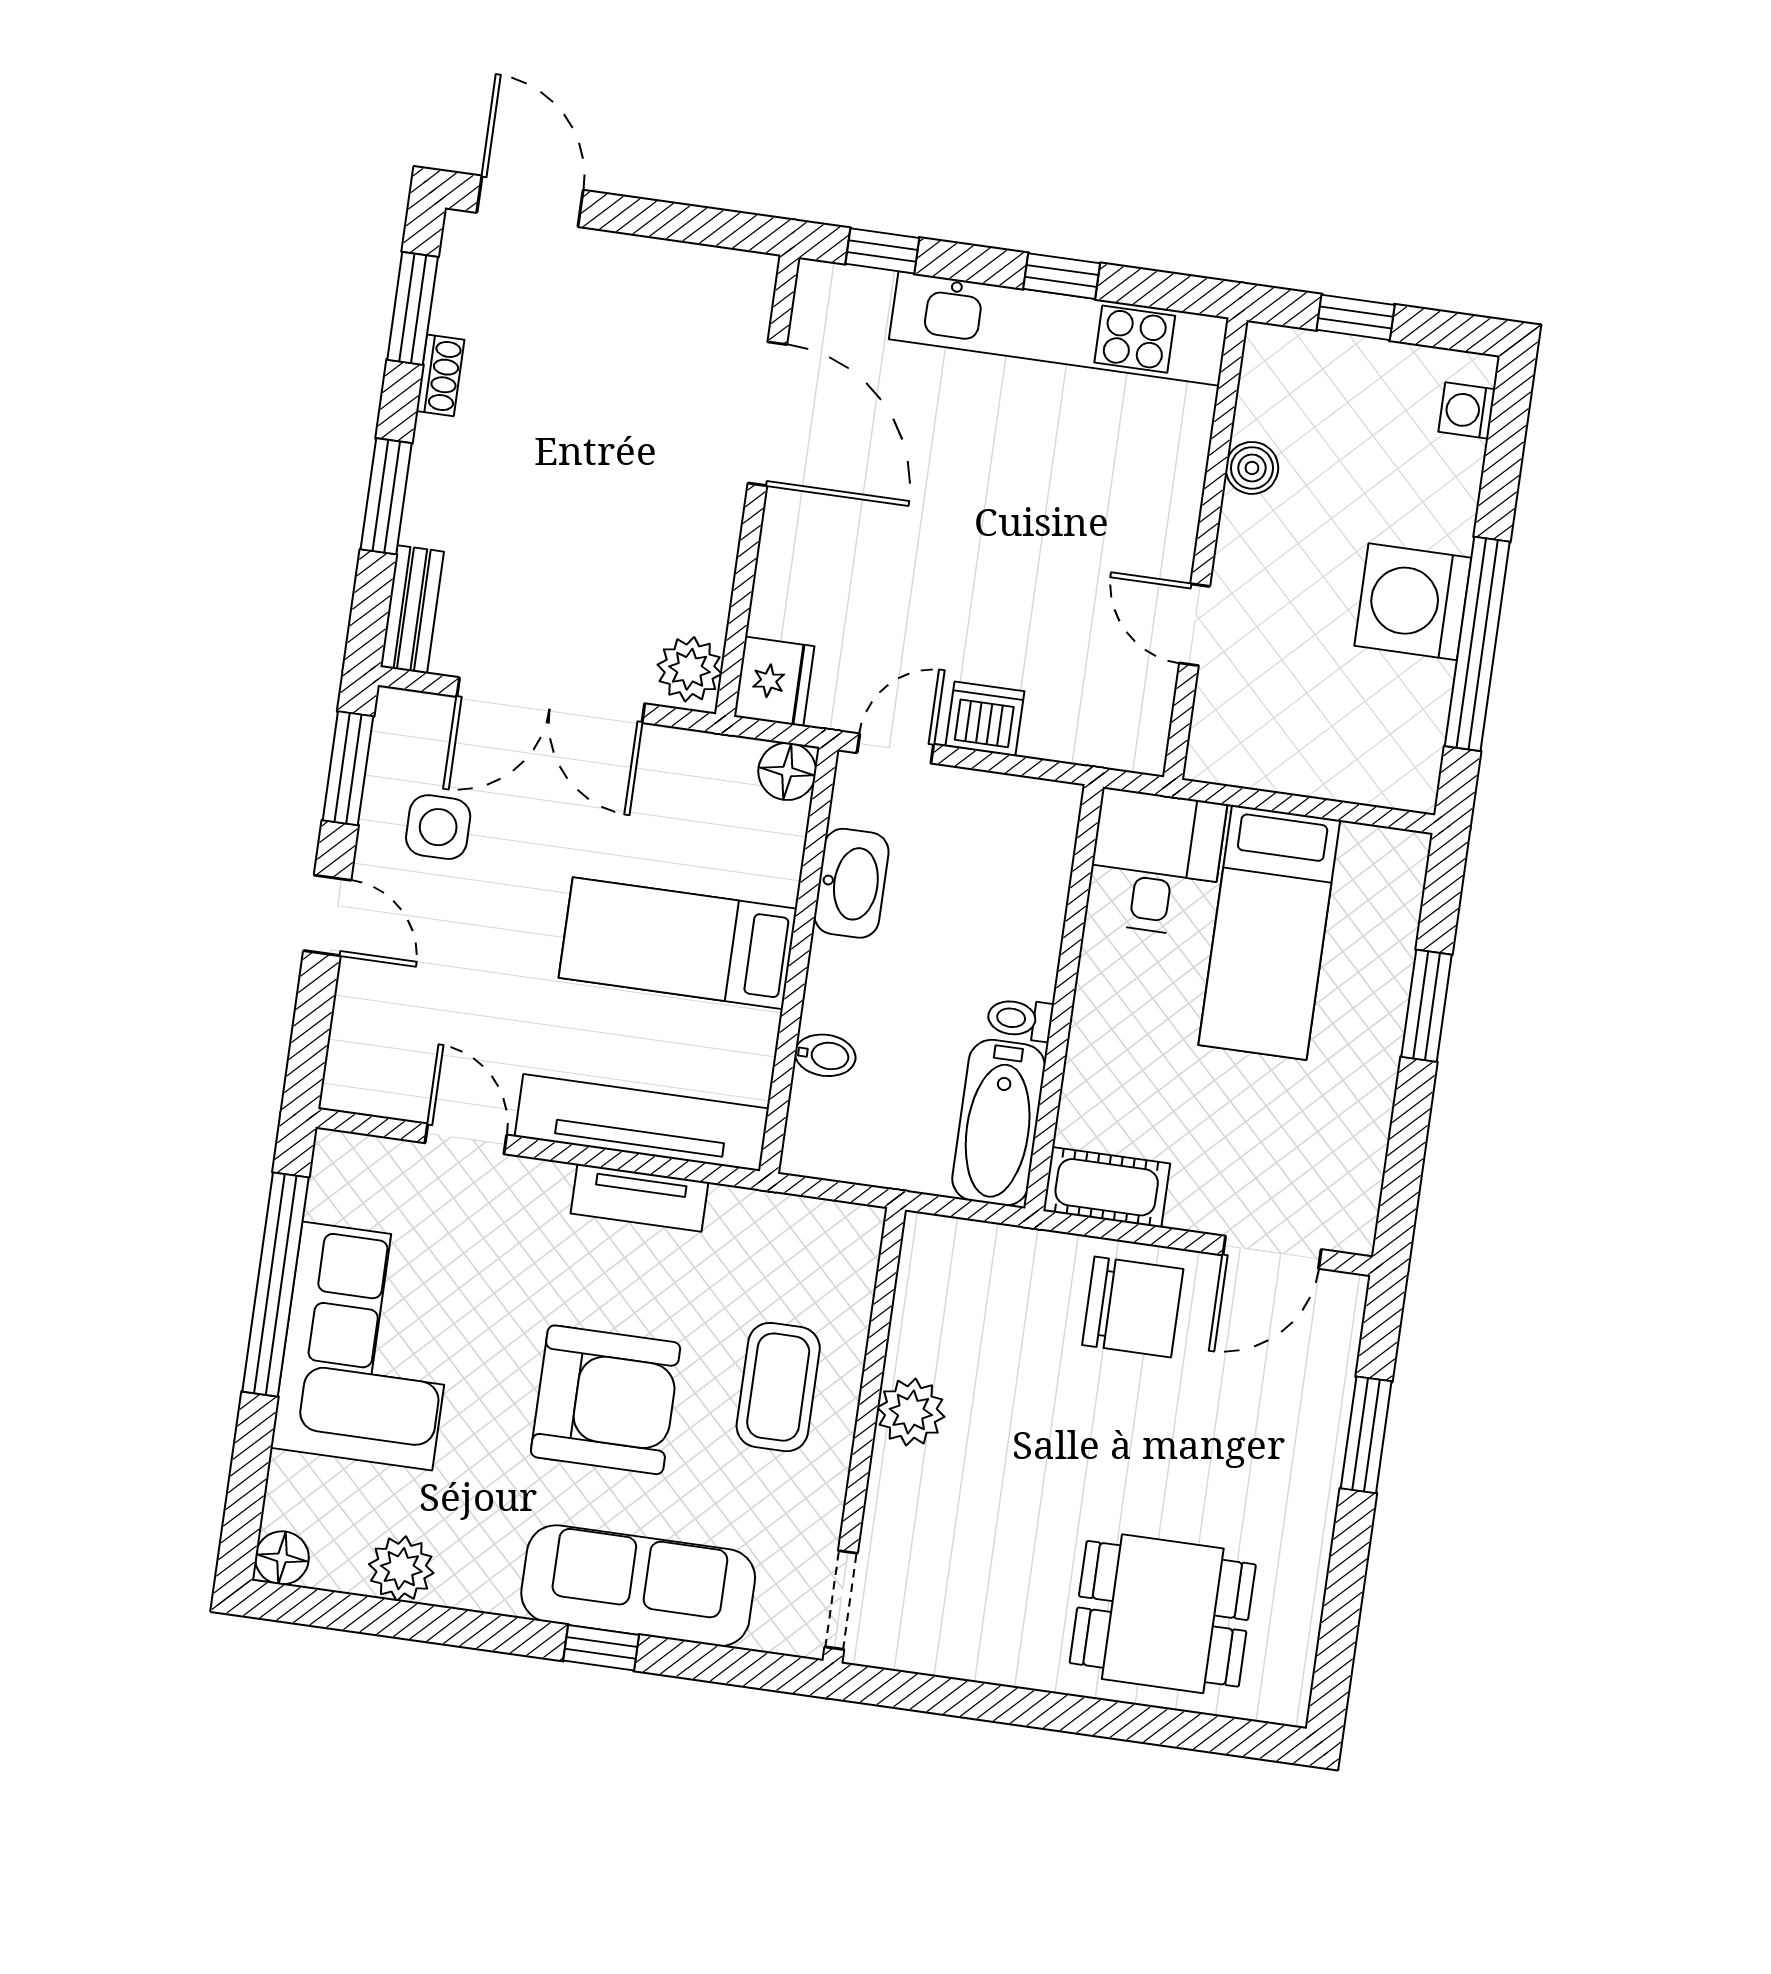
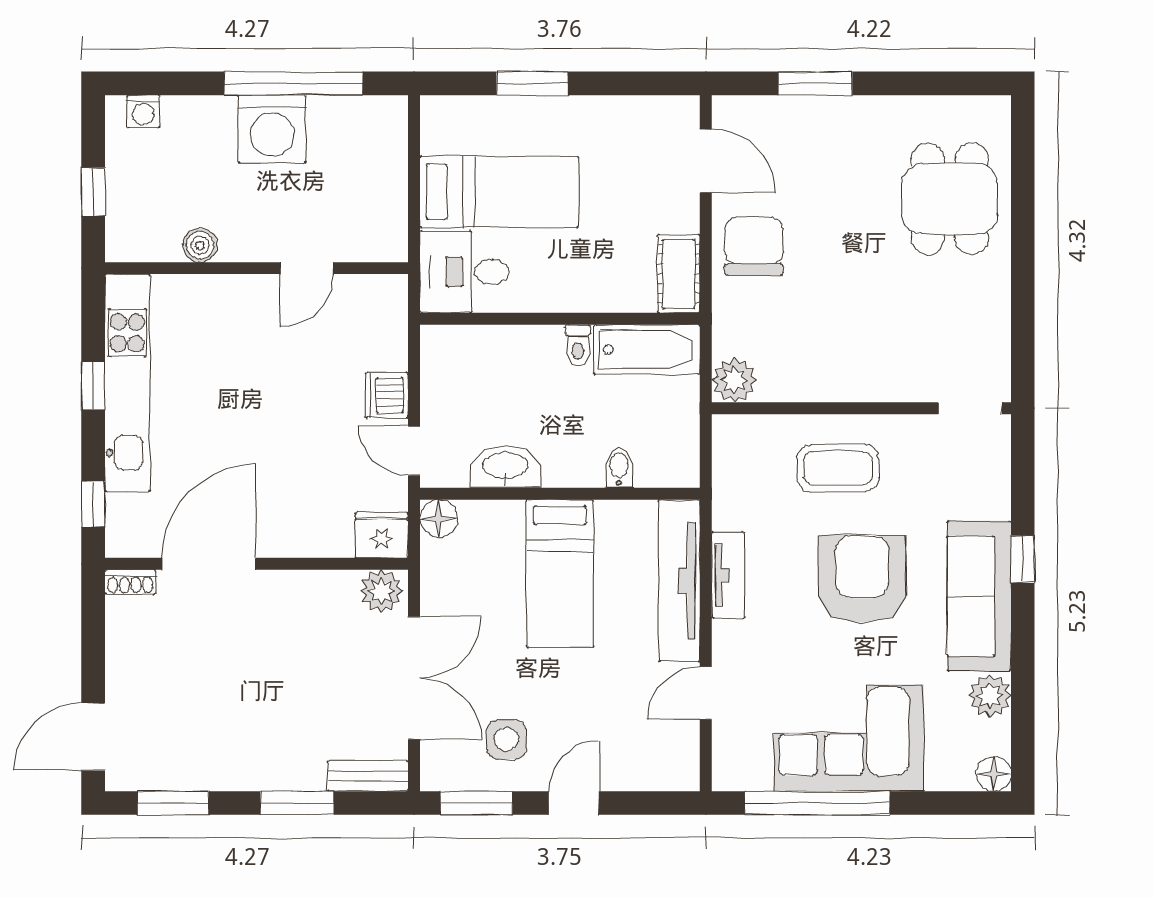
shoe rack: (440, 375) -> (130, 582), moved, turned 180
plant: (911, 1412) -> (734, 380), moved
sofa: (638, 1586) -> (979, 596), moved

